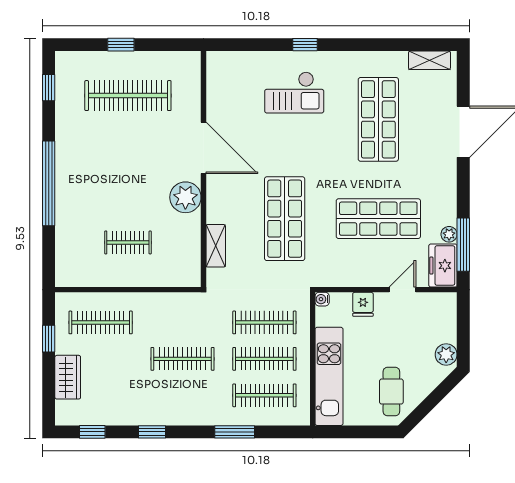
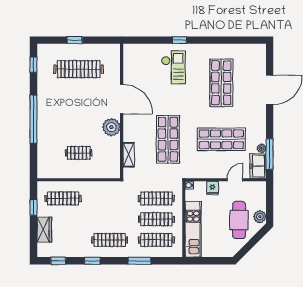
shelving: (429, 60) -> (250, 49), removed
checkout: (294, 92) -> (173, 67), turned -90
clothes rail: (183, 359) -> (110, 240), moved
cafe table: (391, 392) -> (239, 220), moved, width x1.37, depth x1.35

